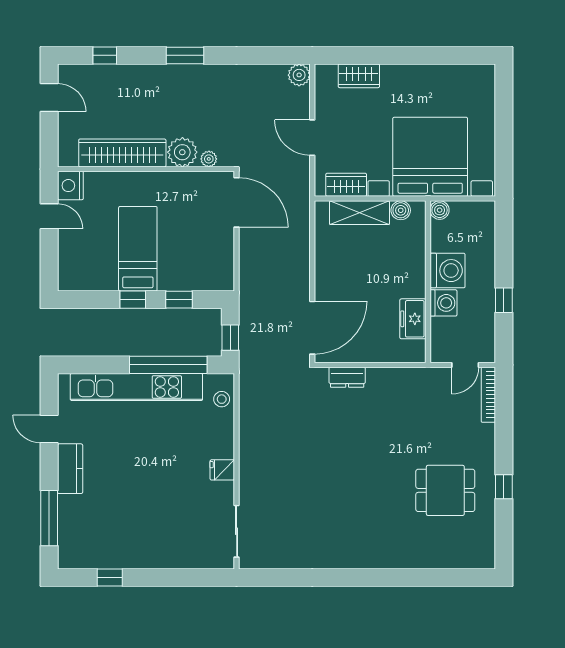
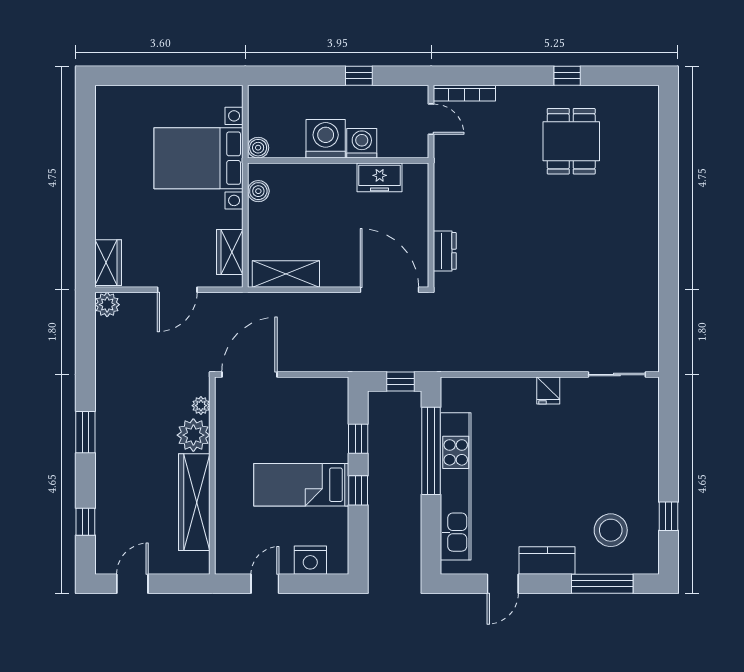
wardrobe: (359, 76) -> (108, 263), moved
bed with nightstands: (430, 157) -> (199, 158), width x0.73
nightstand: (70, 186) -> (310, 560), moved
shelving: (360, 213) -> (286, 274), moved, turned 90
stool: (222, 399) -> (611, 530), moved, width x1.89, depth x1.89

